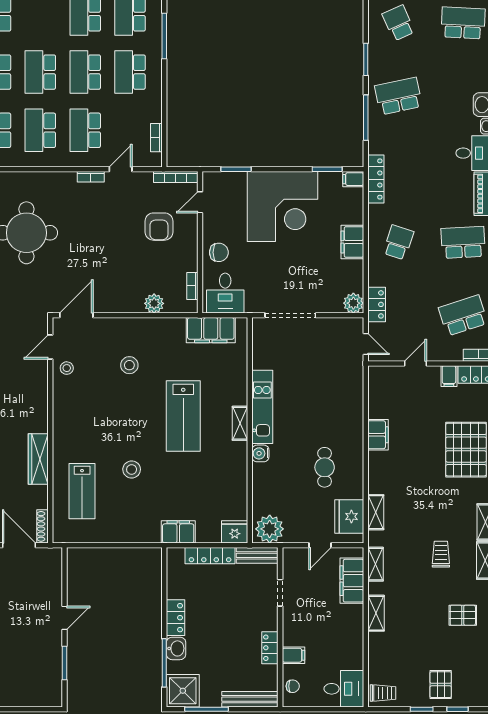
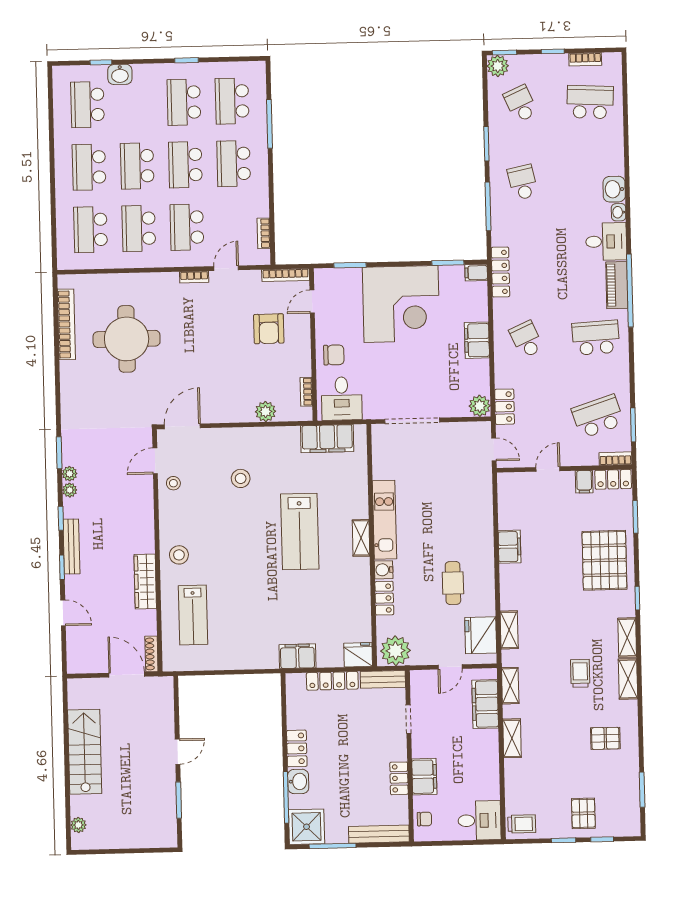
school desk: (398, 96) -> (523, 182), width x0.54
school desk: (398, 242) -> (526, 339), turned -42
stool: (132, 469) -> (179, 555), moved
locker: (260, 480) -> (384, 598), added
filing cabinet: (293, 655) -> (424, 777), width x2.00

